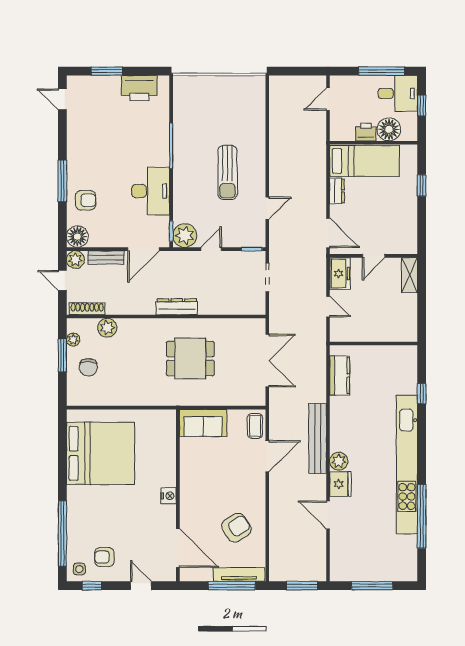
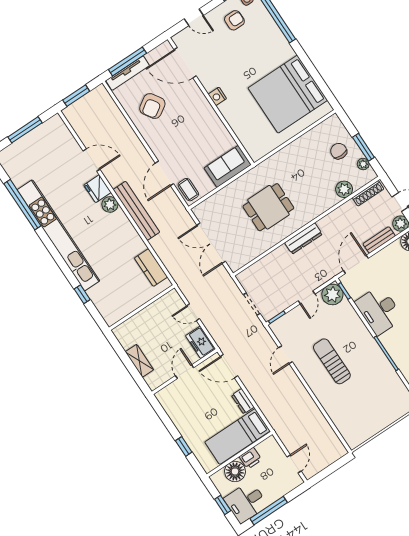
shelving: (410, 275) -> (139, 361), moved

